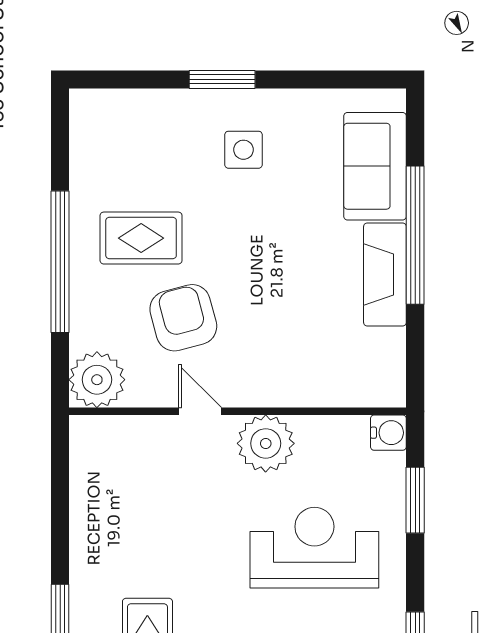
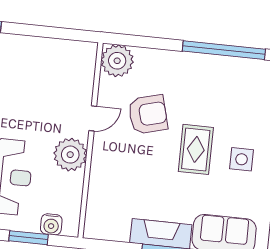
rug: (141, 238) -> (196, 149), moved
window: (60, 262) -> (224, 50), moved
water cooler: (388, 433) -> (51, 224), moved

